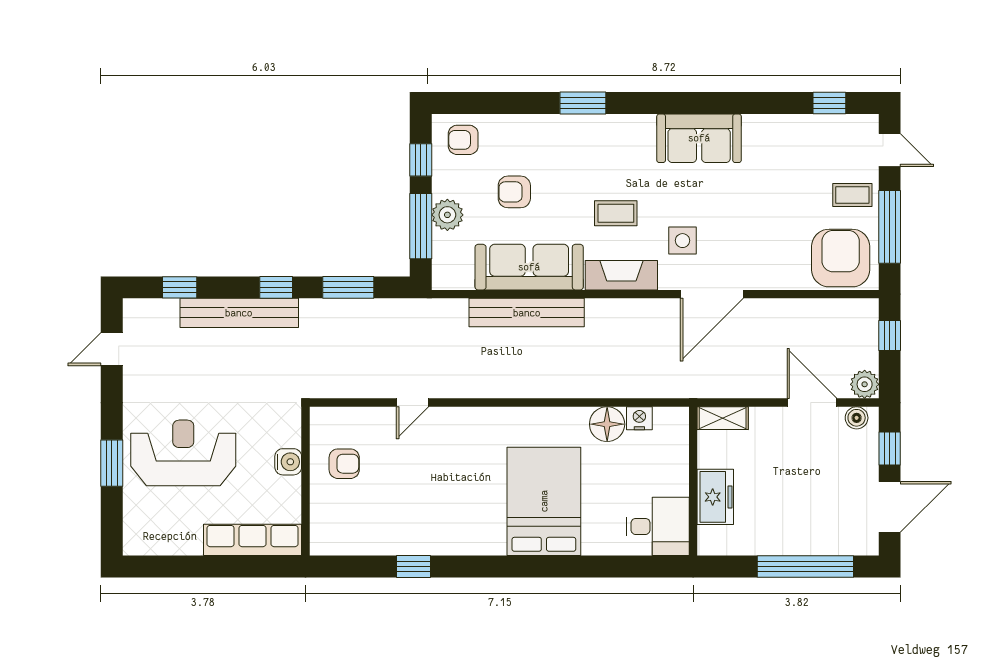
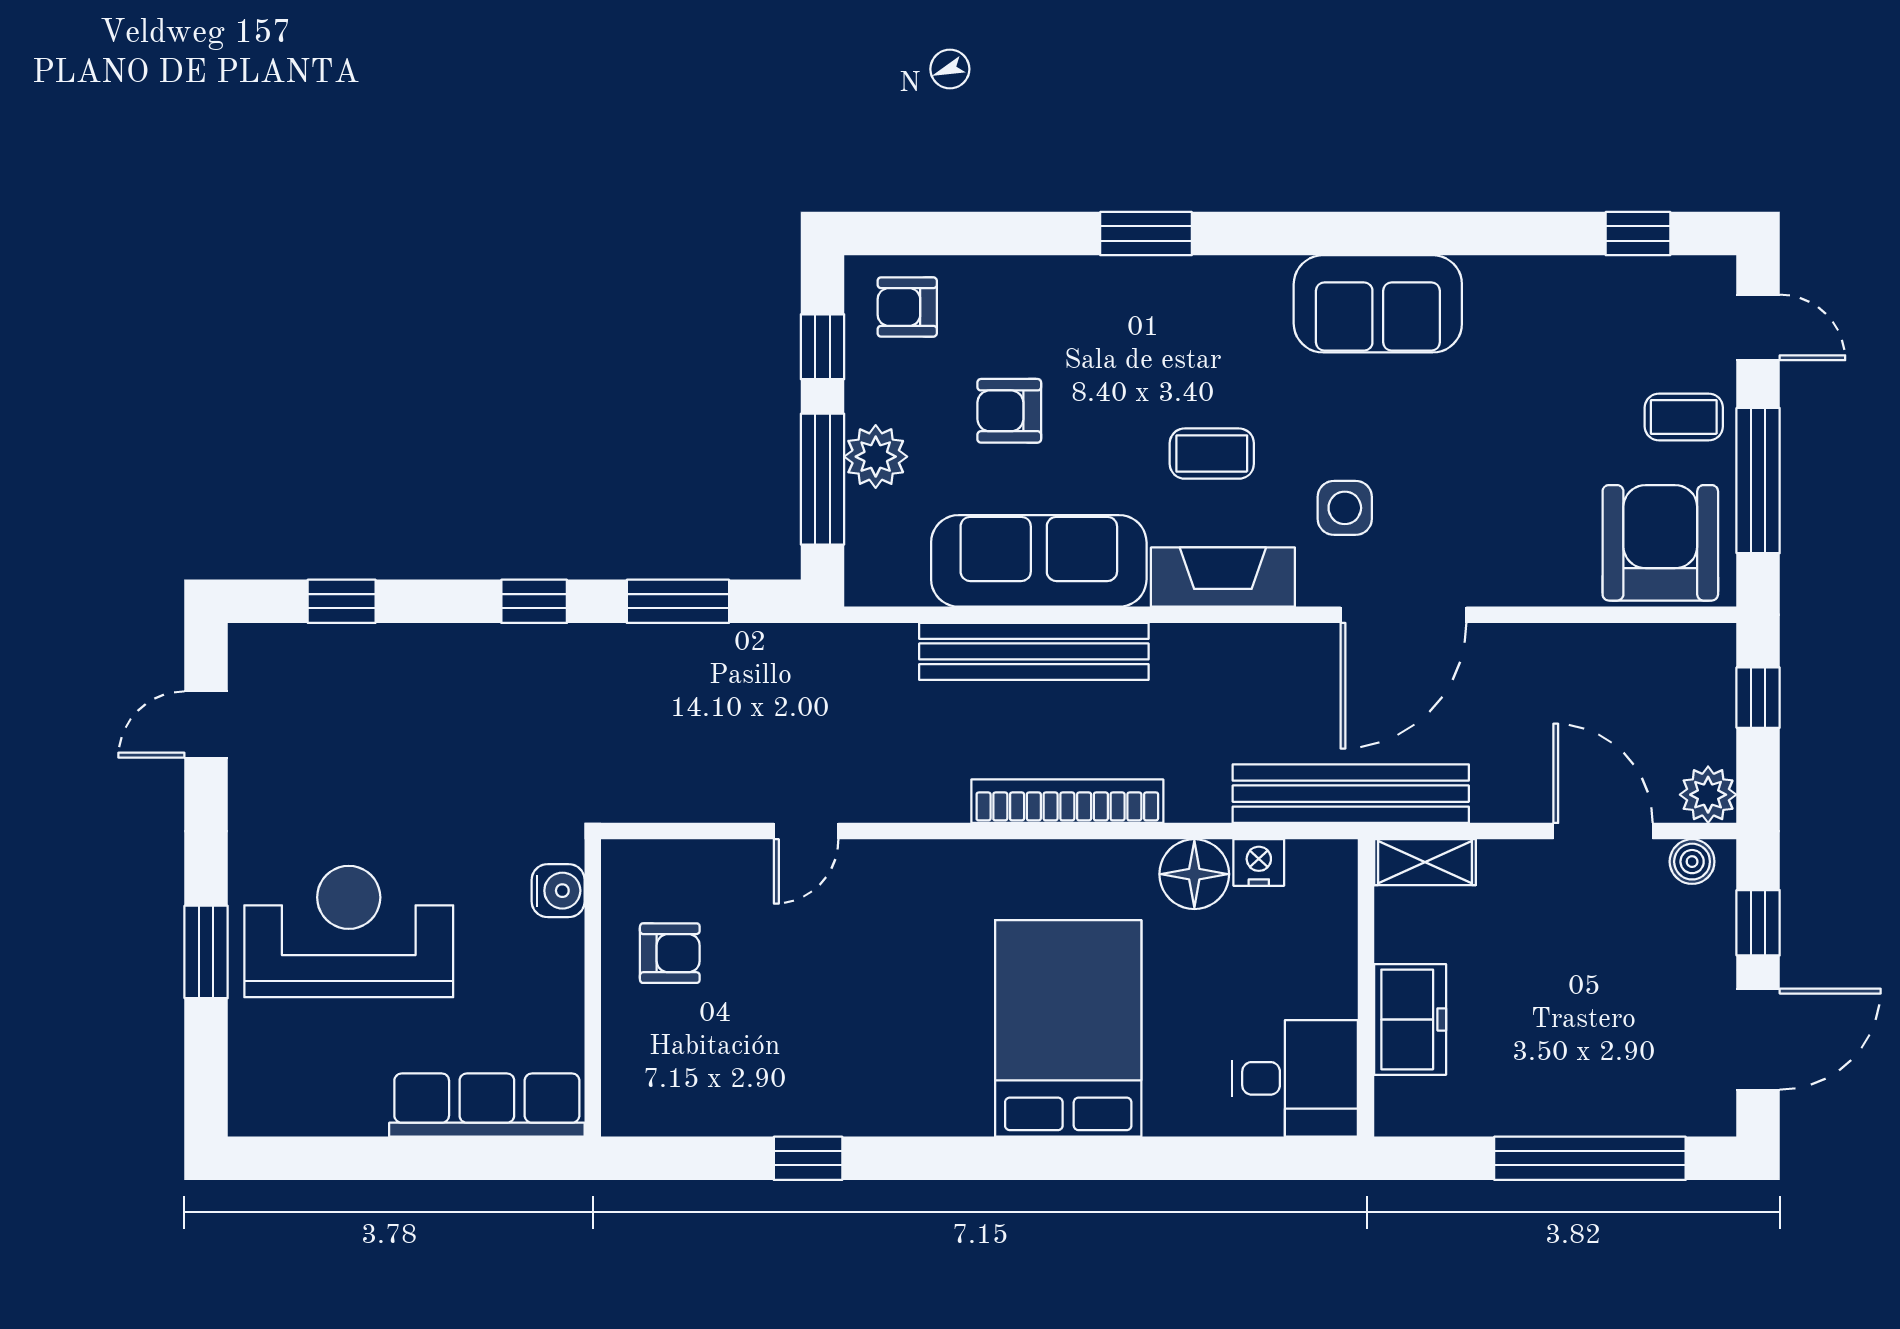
bench: (239, 313) -> (1351, 794), moved
bookcase: (543, 388) -> (1067, 801), added
water cooler: (288, 462) -> (558, 891), moved

